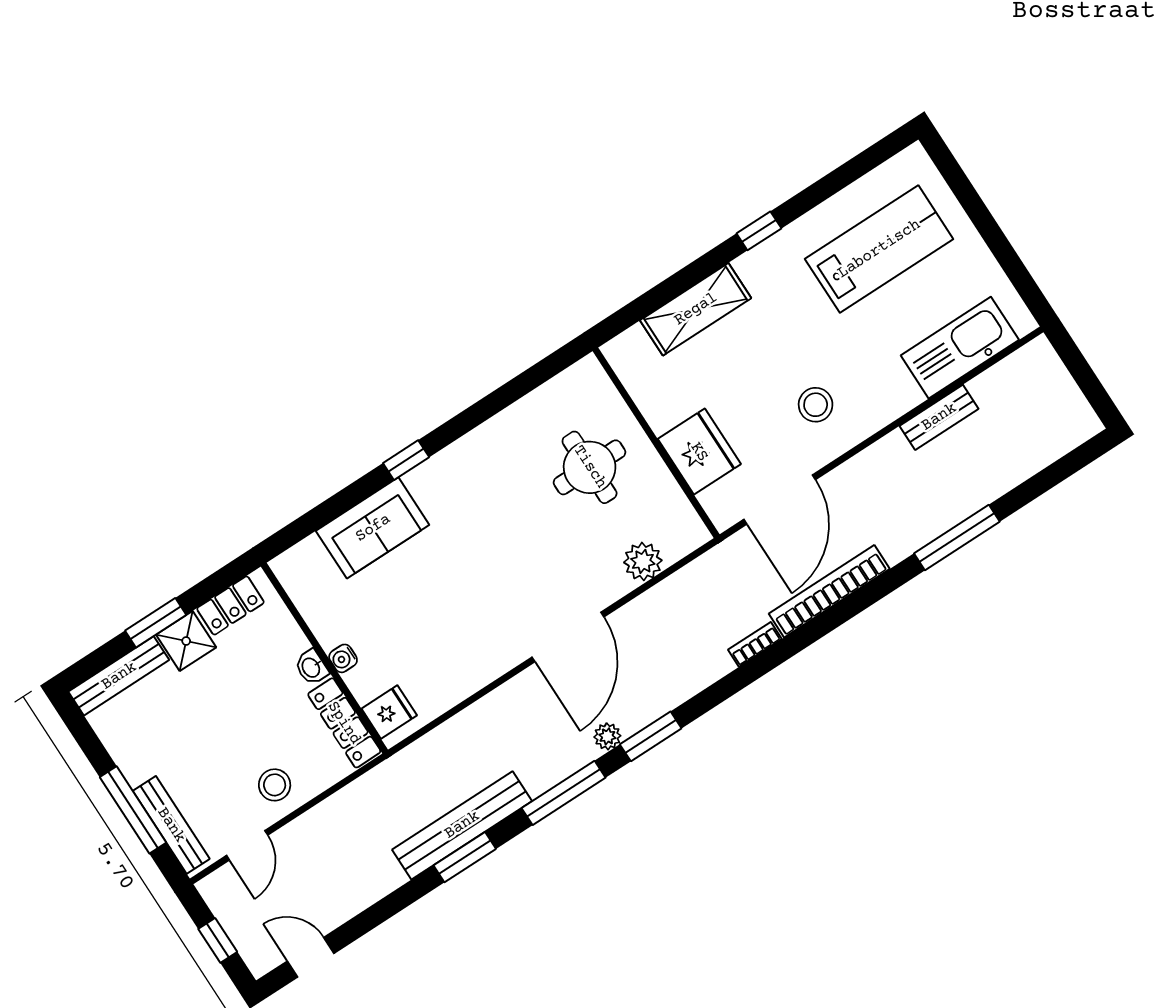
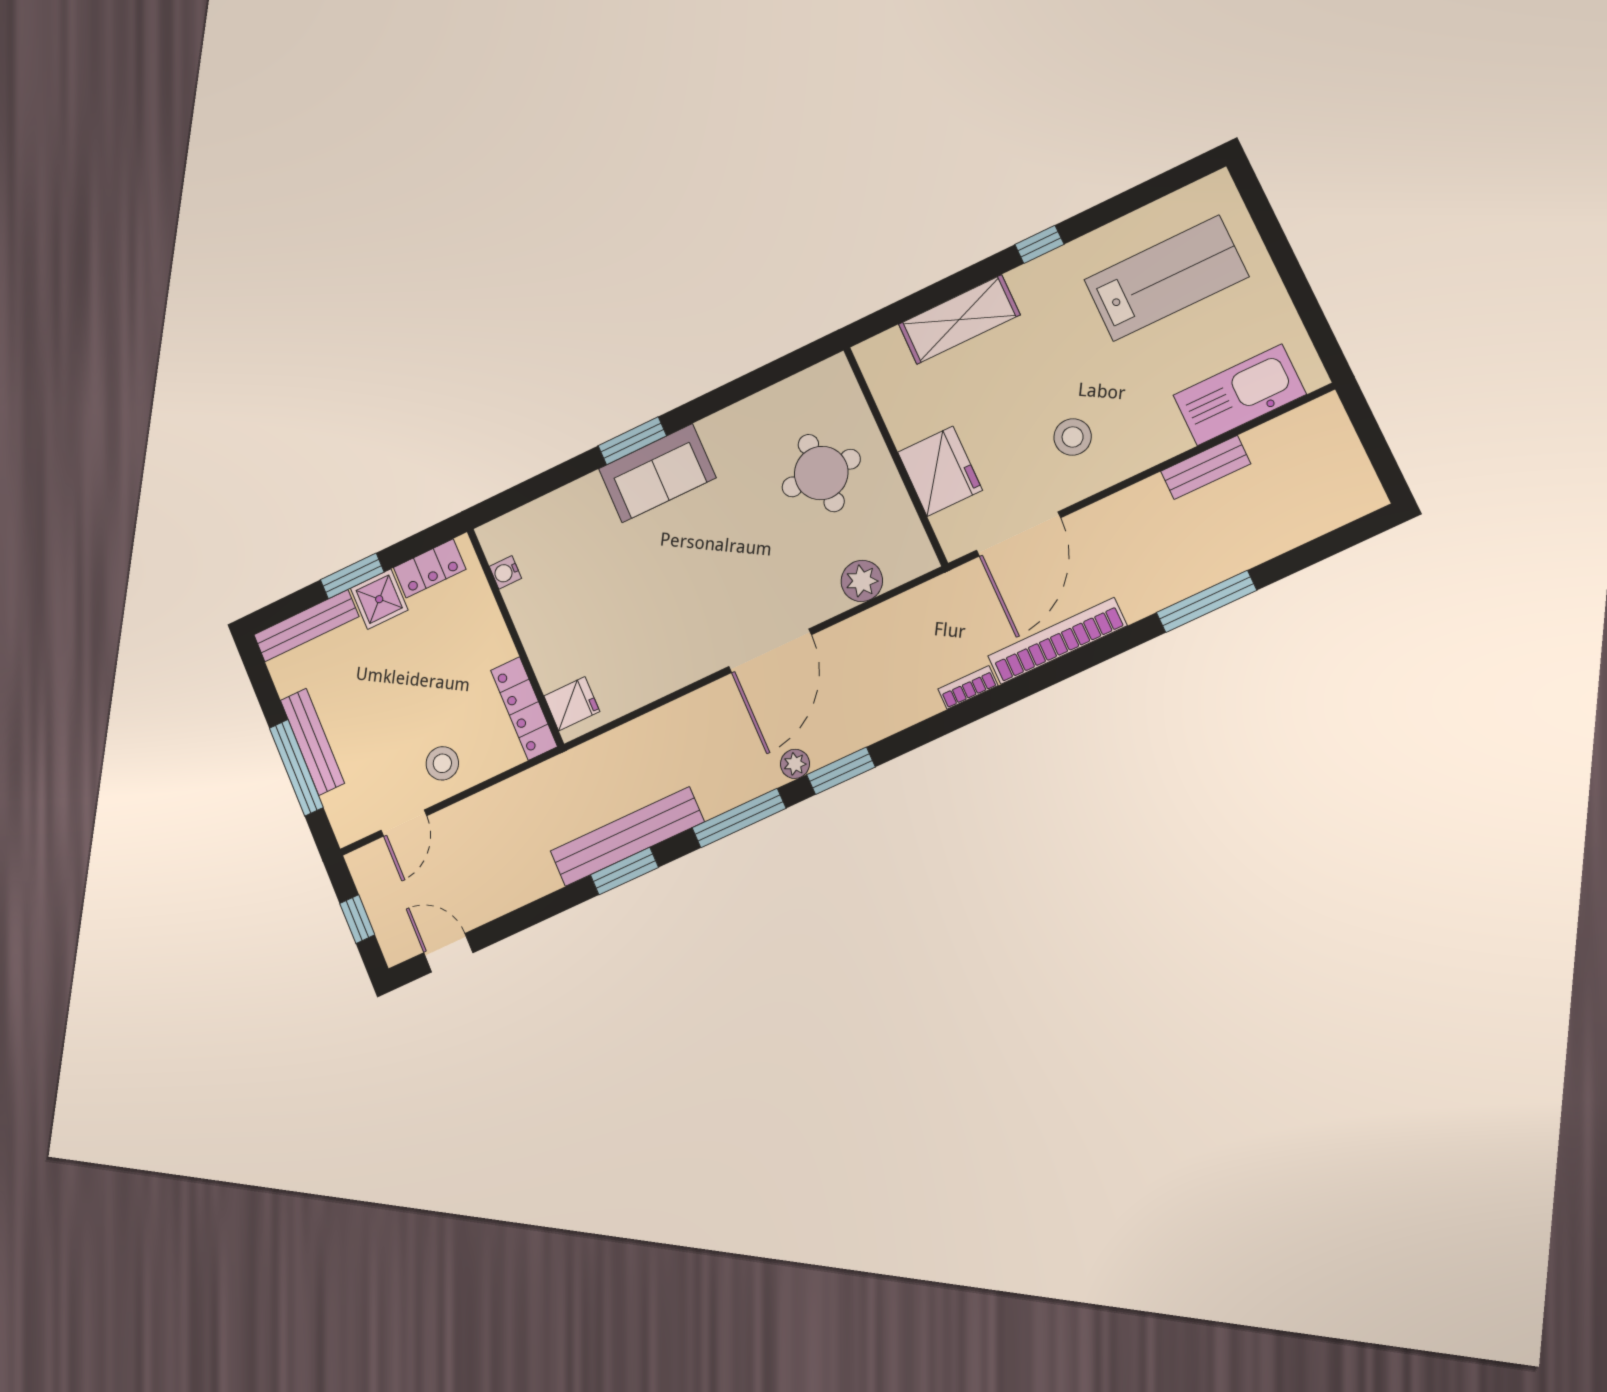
window: (406, 460) -> (632, 441), width x1.50
sofa: (373, 528) -> (657, 473), moved
water cooler: (343, 658) -> (505, 572), moved
washbasin: (311, 667) -> (500, 645), removed
bench: (171, 825) -> (312, 742), moved

